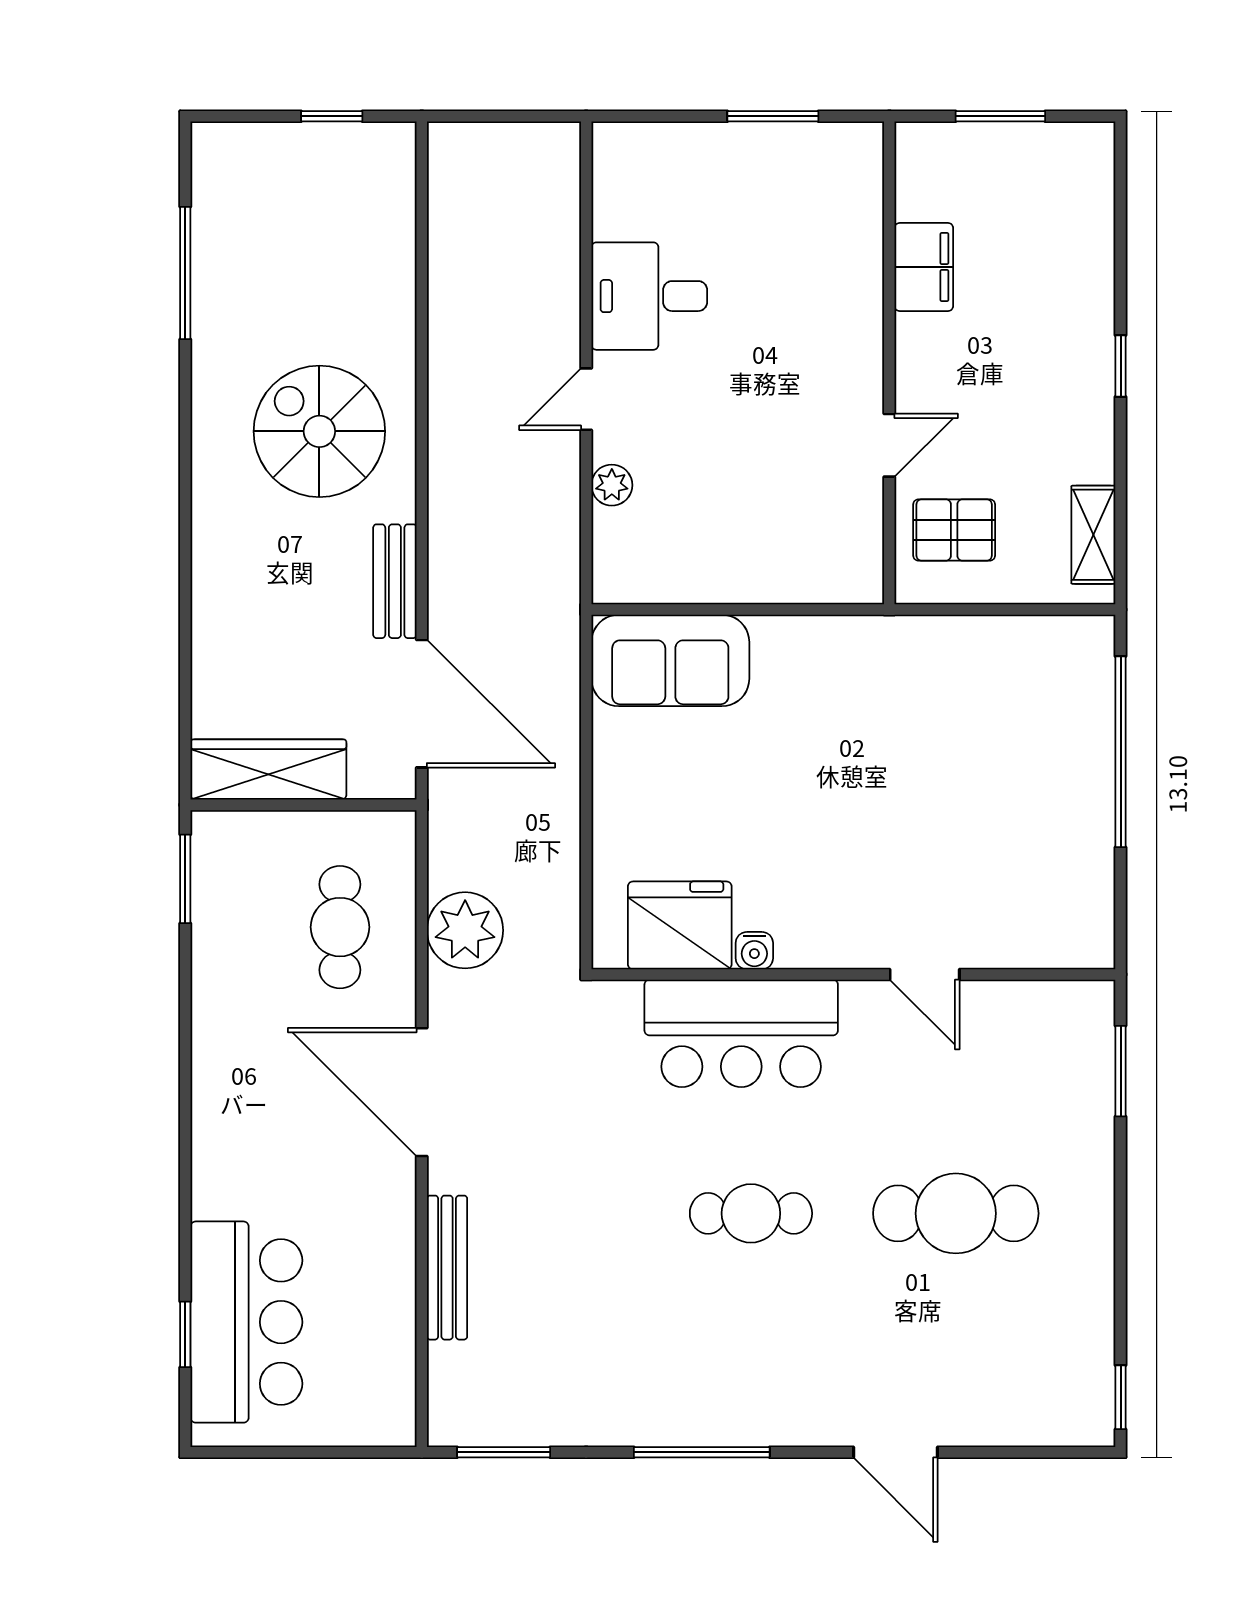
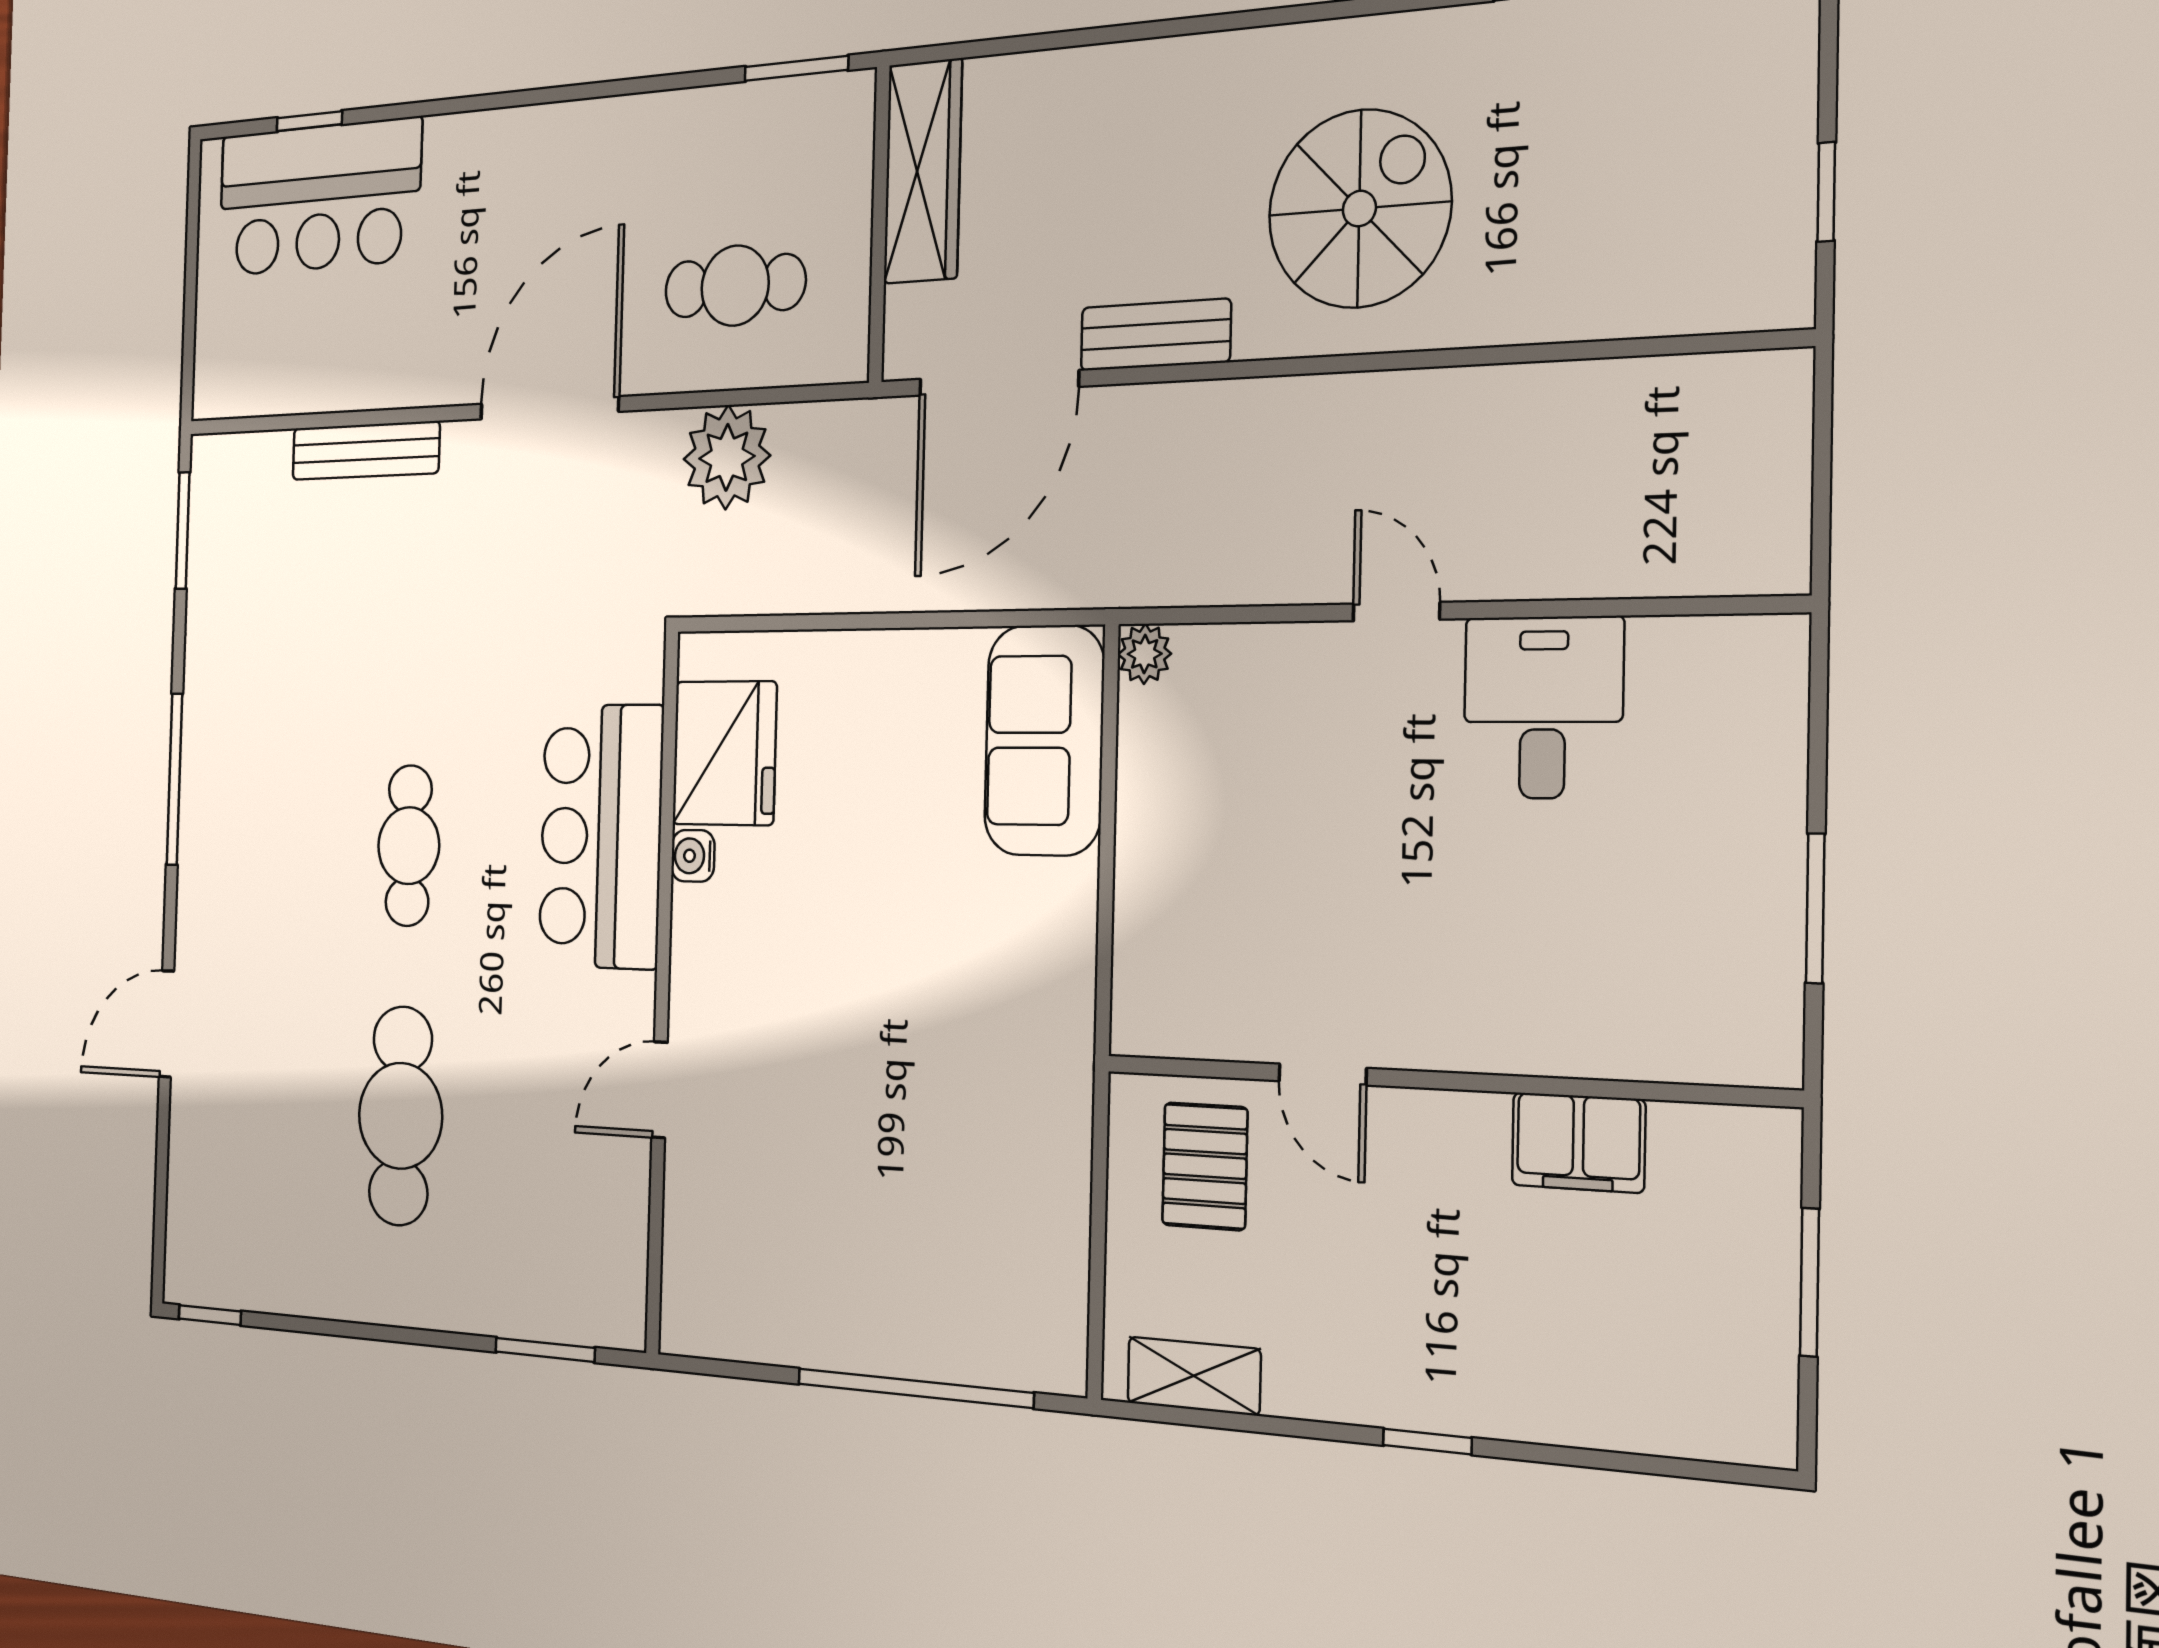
plant: (612, 485) -> (1145, 654), moved

